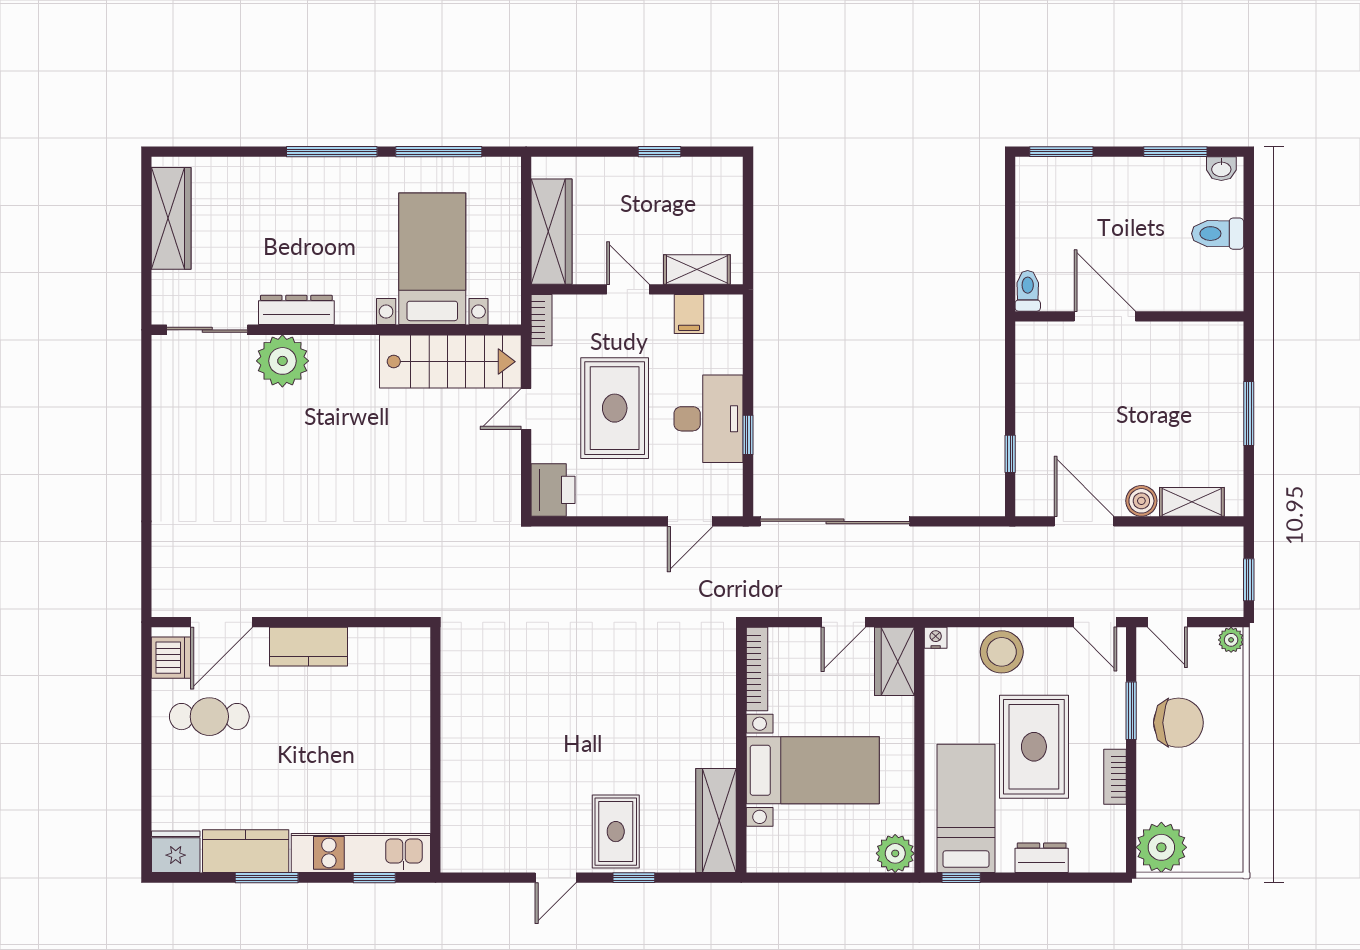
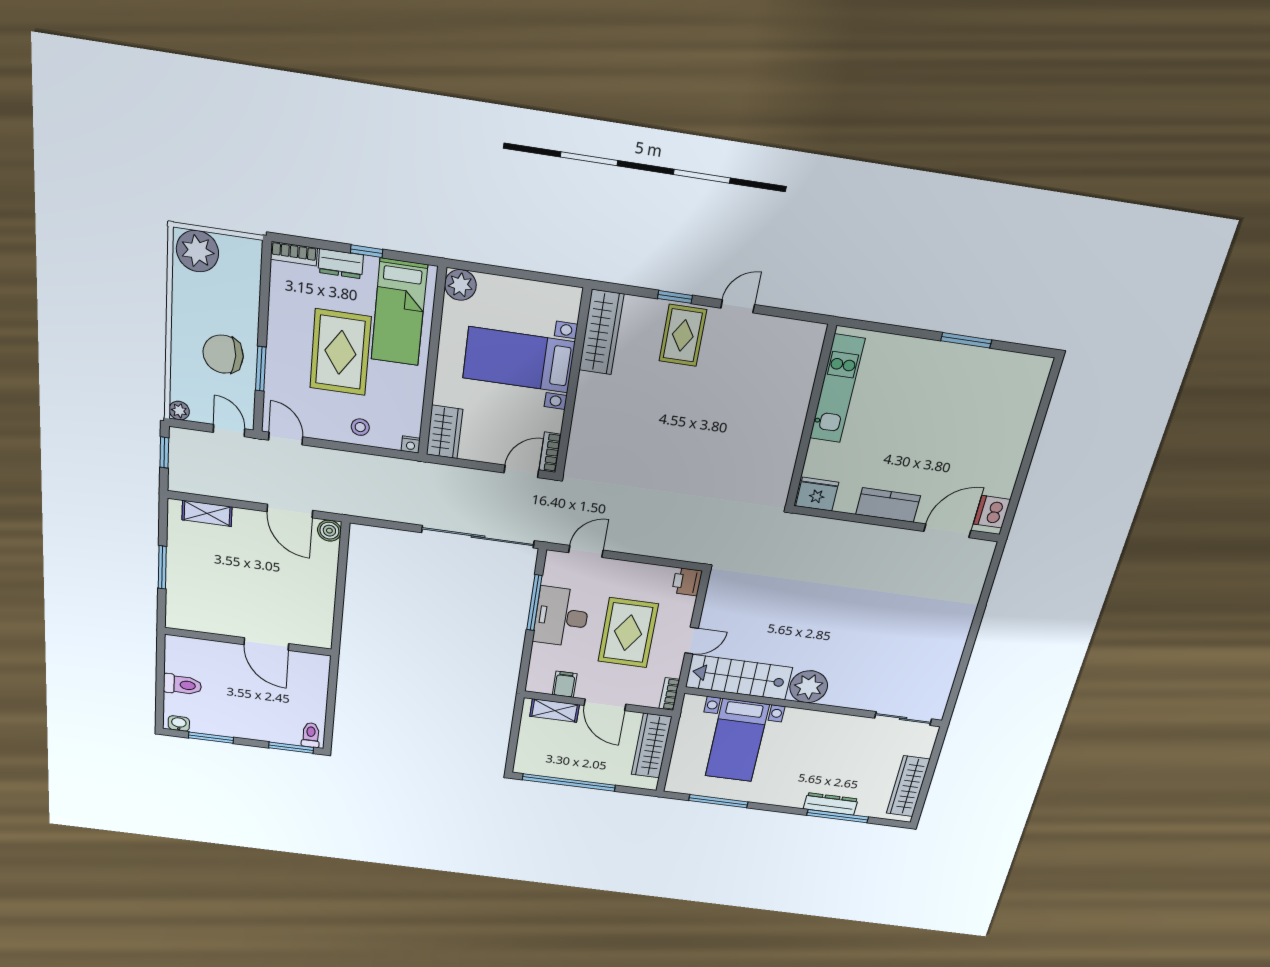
window: (332, 152) -> (838, 816), moved
window: (659, 152) -> (569, 782), width x3.17
door: (628, 289) -> (605, 705), width x1.38
toilet: (1028, 291) -> (311, 735), moved, turned 180
dresser: (296, 310) -> (831, 804), moved, turned 180
plant: (282, 361) -> (809, 687), moved
window: (748, 435) -> (534, 603), width x2.17
window: (1010, 454) -> (342, 564), removed
printer: (553, 490) -> (687, 582), width x0.73, depth x0.81
boiler: (1141, 501) -> (329, 531), moved
door: (843, 622) -> (521, 471), moved
stool: (1002, 652) -> (360, 427), width x0.53, depth x0.53
bookcase: (757, 669) -> (550, 452), width x0.64
cafe table: (209, 717) -> (976, 466), removed
bookcase: (1115, 777) -> (294, 254), moved, turned 90
plant: (1161, 847) -> (197, 251), moved
kitchen counter: (246, 851) -> (977, 363), removed
fridge: (176, 852) -> (817, 494), moved, turned 180
kitchen unit: (361, 853) -> (837, 389), moved, turned -90
window: (374, 878) -> (882, 328), removed
window: (961, 878) -> (367, 251), moved

